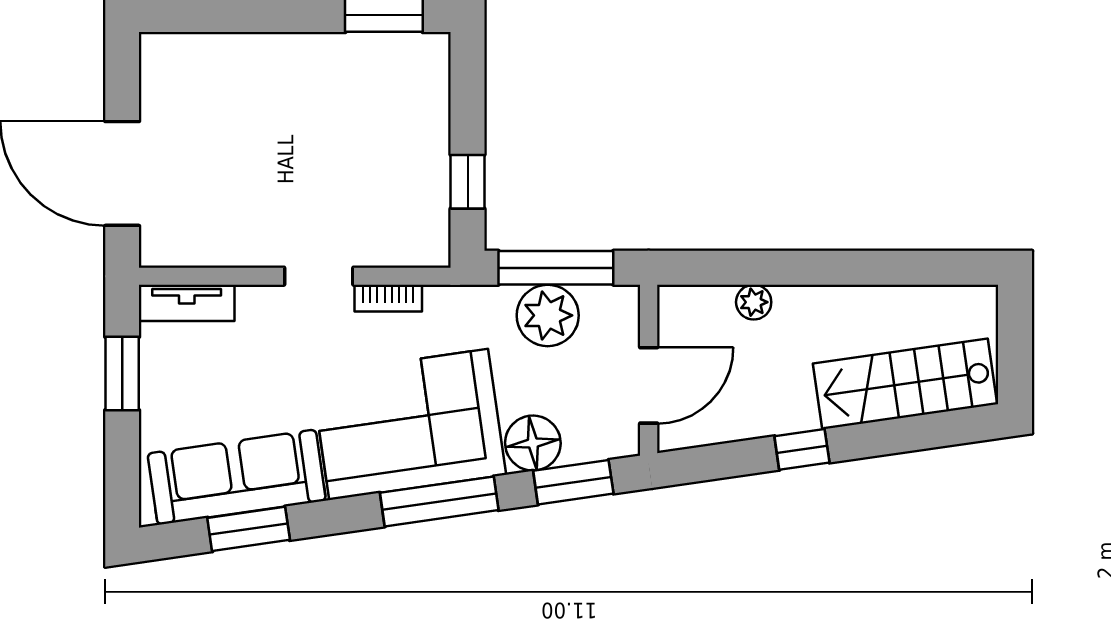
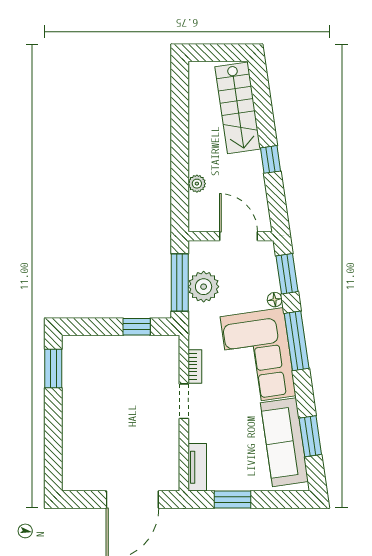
floor lamp: (533, 443) -> (275, 300), width x0.53, depth x0.53

